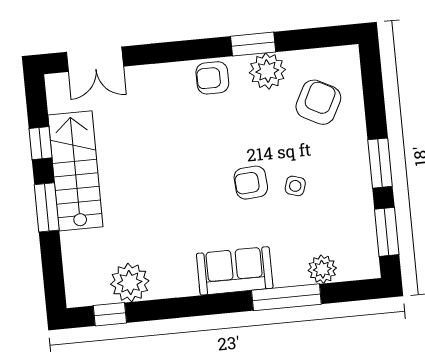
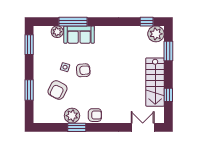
armchair: (318, 102) -> (58, 90), moved
window: (380, 163) -> (29, 90), moved
window: (47, 207) -> (168, 51), moved
sofa: (235, 271) -> (79, 35), moved
plant: (130, 283) -> (156, 34), moved

